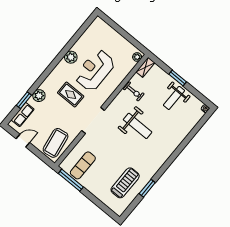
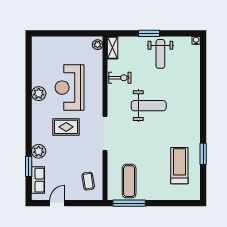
coffee table: (56, 143) -> (88, 181), width x0.54, depth x0.58

